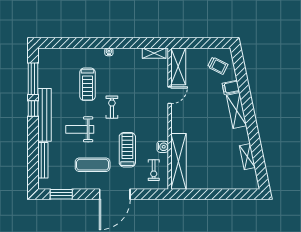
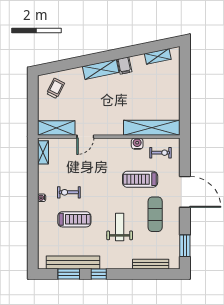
window: (33, 79) -> (69, 274), width x0.69
filing cabinet: (231, 87) -> (124, 66), moved
door: (170, 95) -> (85, 137), swing flipped
exercise bike: (112, 107) -> (69, 192), moved
bench: (45, 115) -> (73, 262), moved
weight bench: (80, 129) -> (120, 227), turned 180
shelving: (247, 157) -> (158, 56), moved

